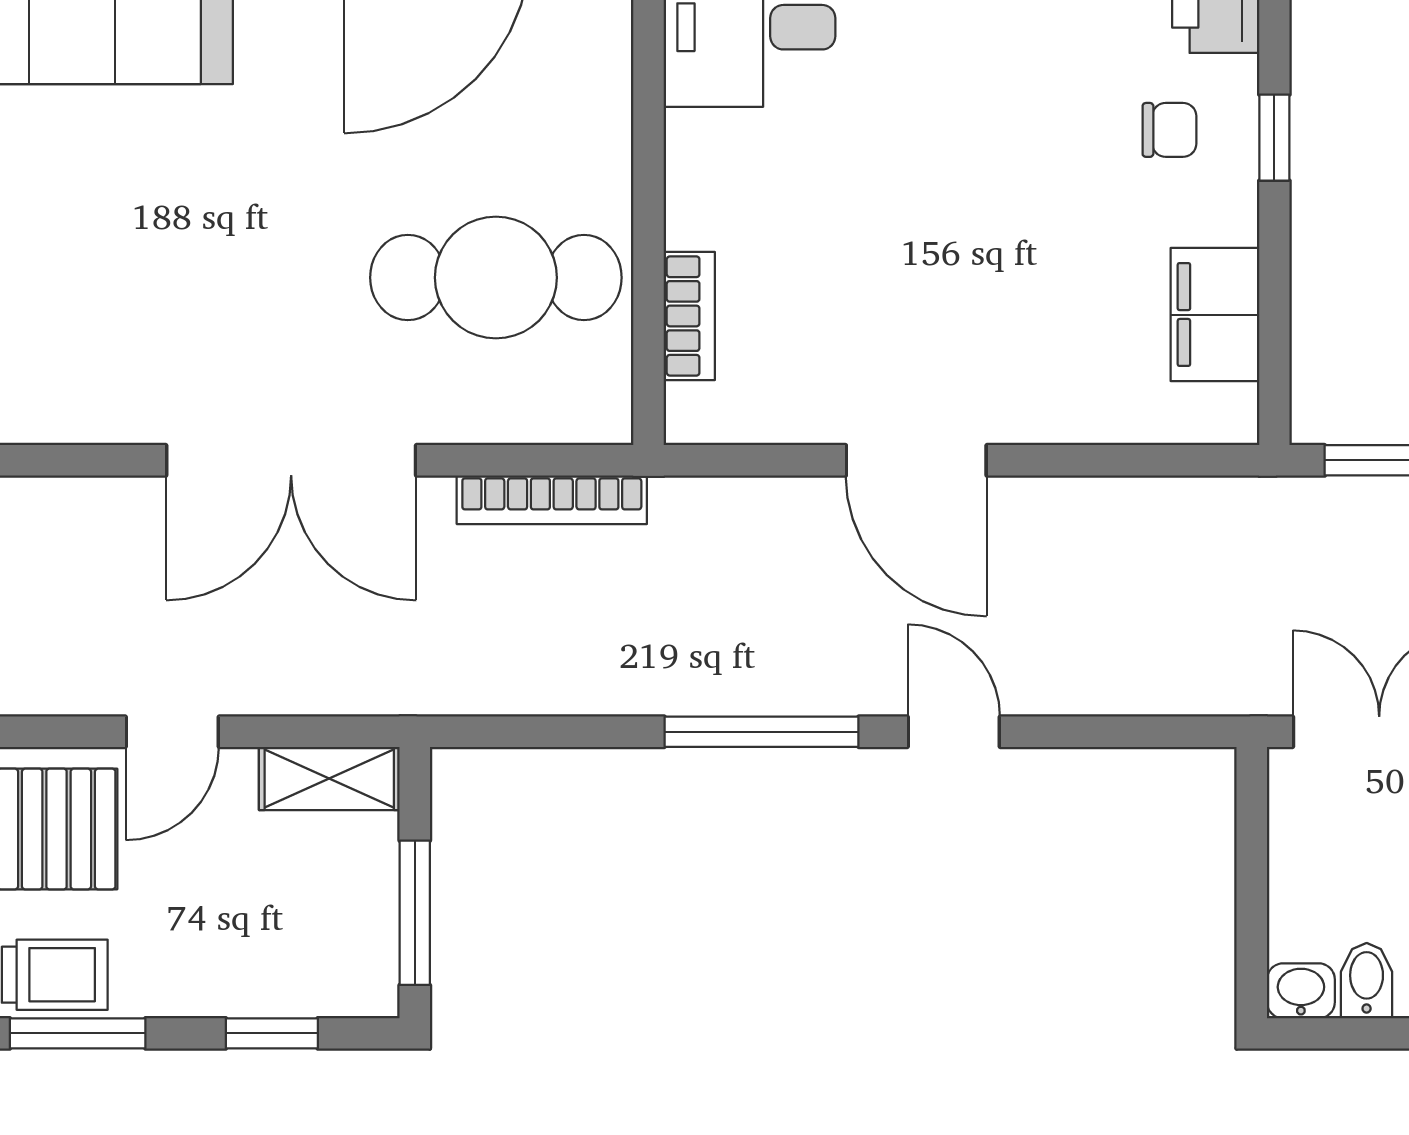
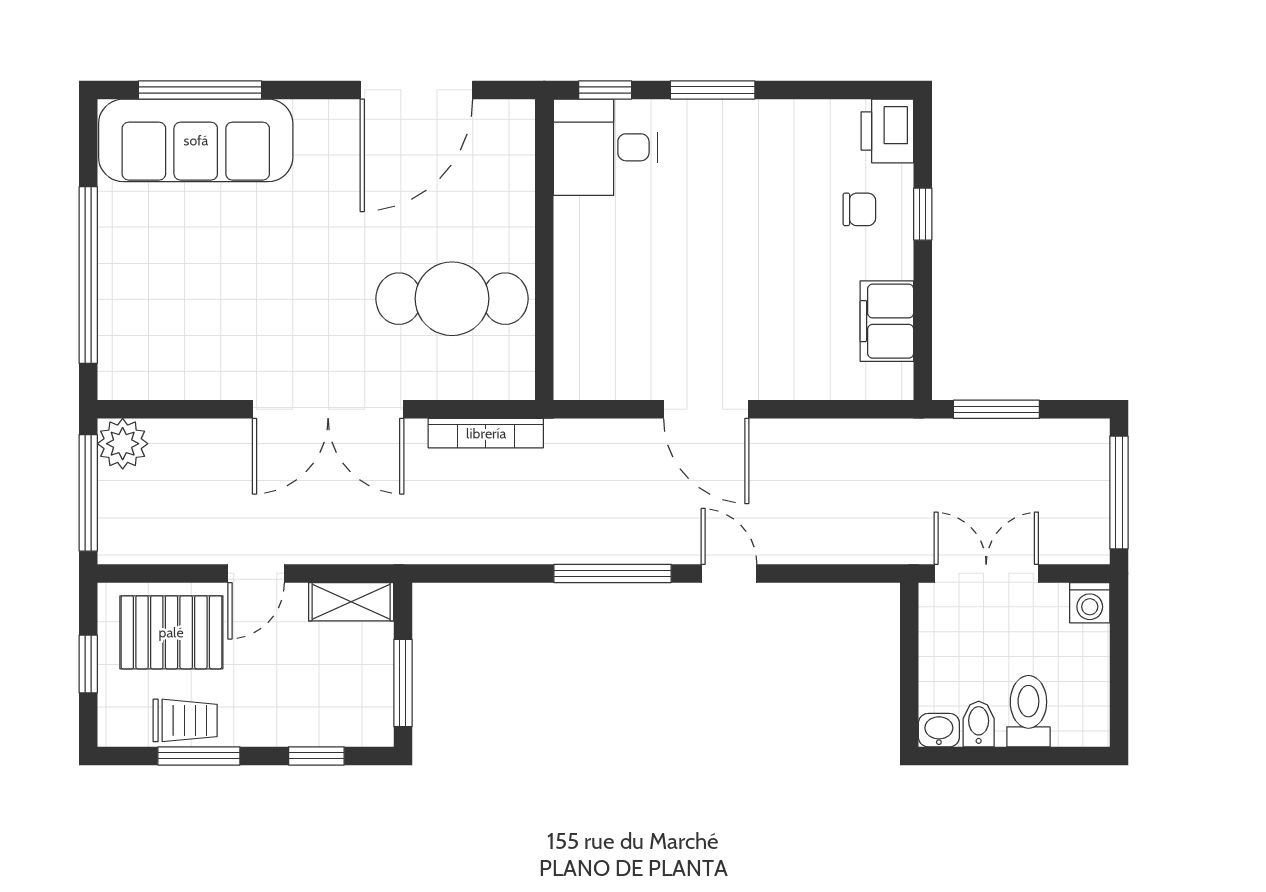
bookcase: (689, 316) -> (569, 322), removed

